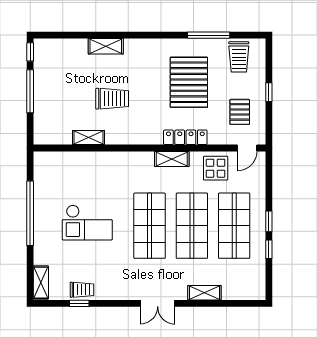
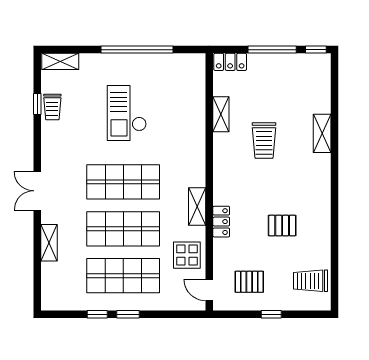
window: (209, 35) -> (334, 247), removed
pallet: (189, 82) -> (282, 226), width x0.49, depth x0.50
locker: (41, 129) -> (230, 62), added
locker: (185, 137) -> (221, 222), width x0.66

